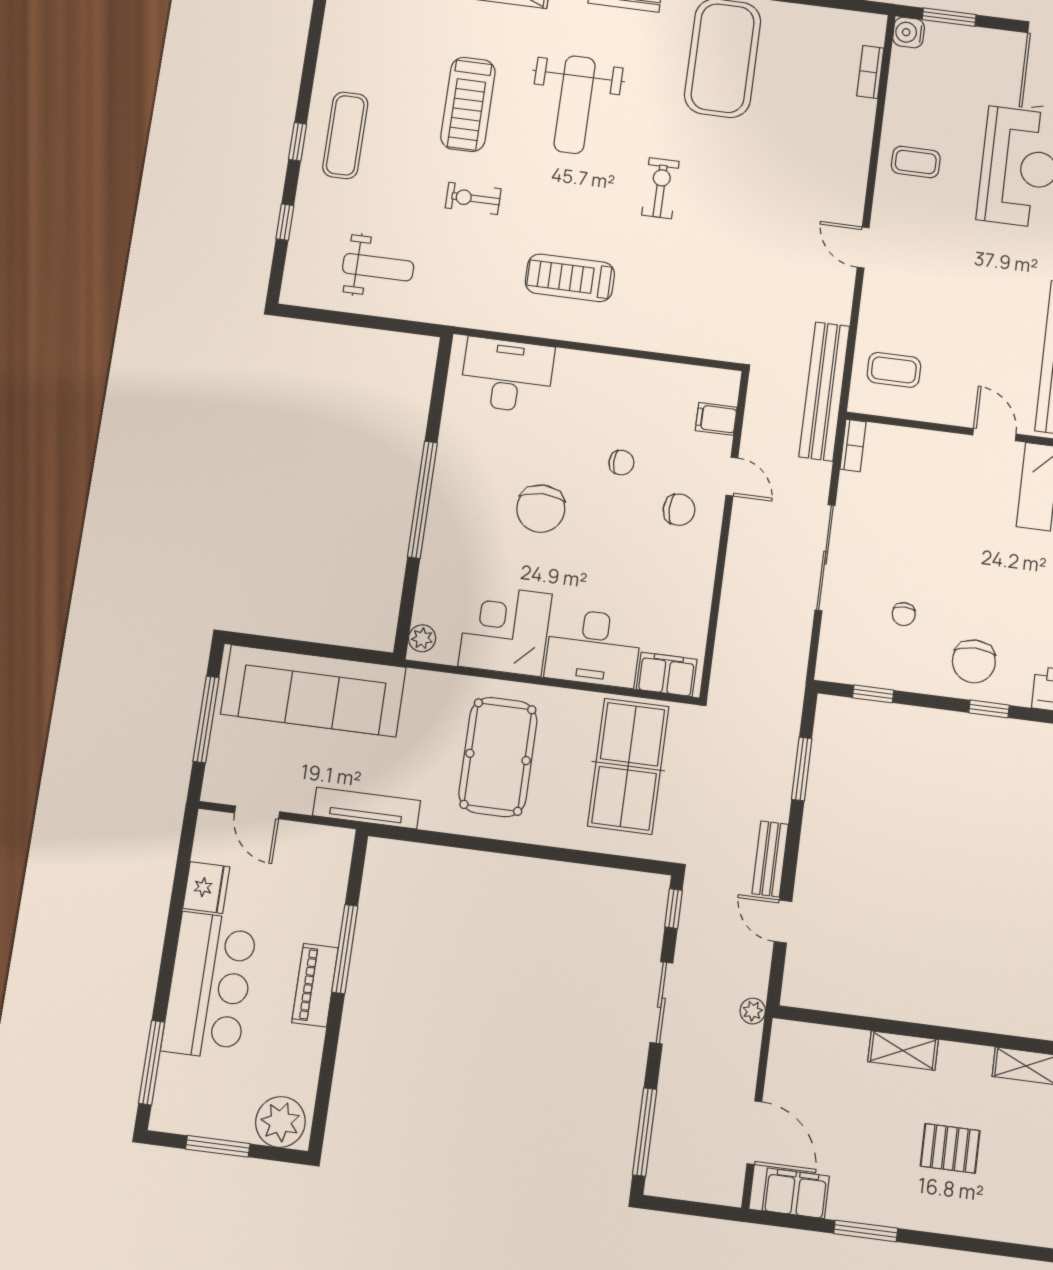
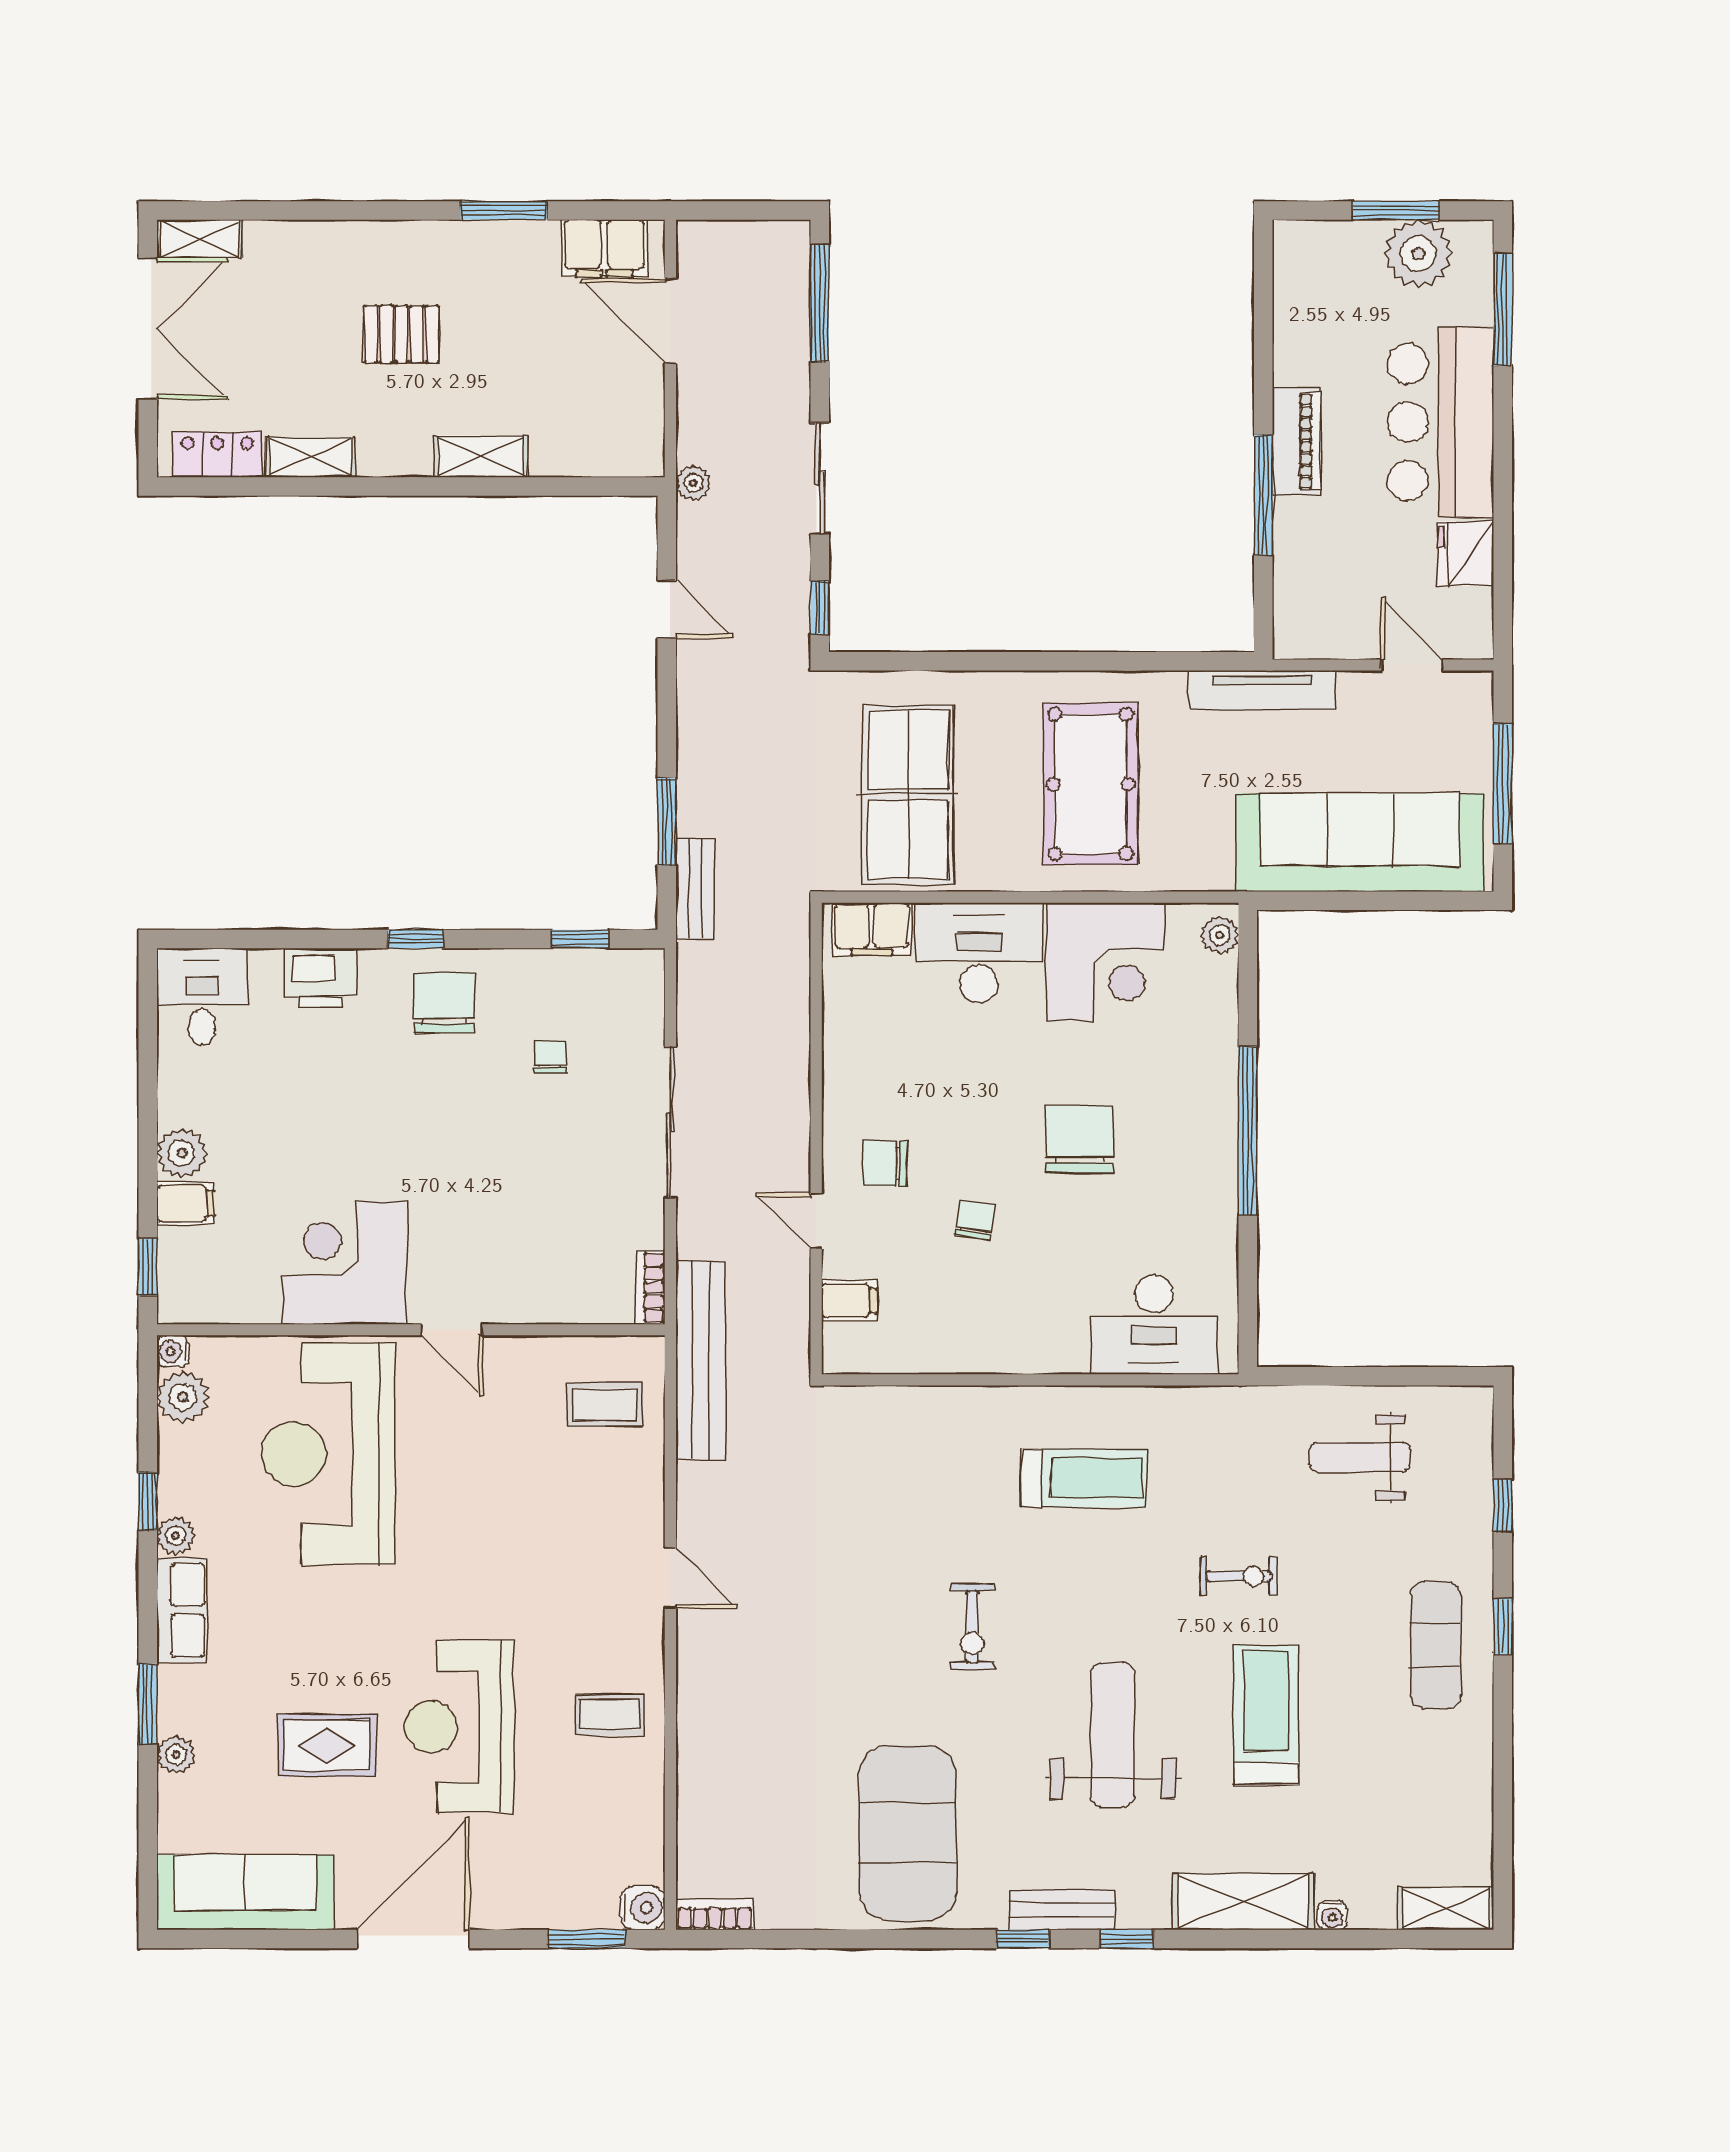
bookcase: (870, 72) -> (715, 1914), moved, turned -90
chair: (621, 463) -> (975, 1220), turned 98
bench: (770, 859) -> (695, 889), moved
plant: (280, 1122) -> (1418, 253), moved

